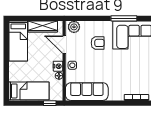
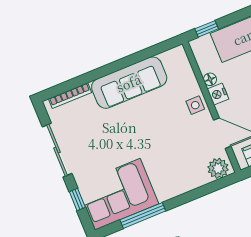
armchair: (98, 43) -> (169, 158), removed
sofa: (87, 92) -> (129, 83), moved

